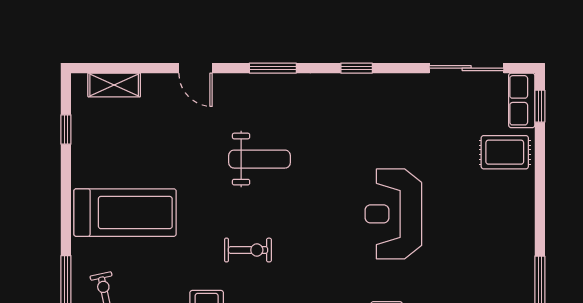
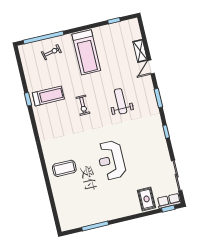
shelving: (114, 85) -> (140, 51), moved
weight bench: (260, 159) -> (121, 101), turned 180
reception desk: (393, 214) -> (111, 160), turned -90

